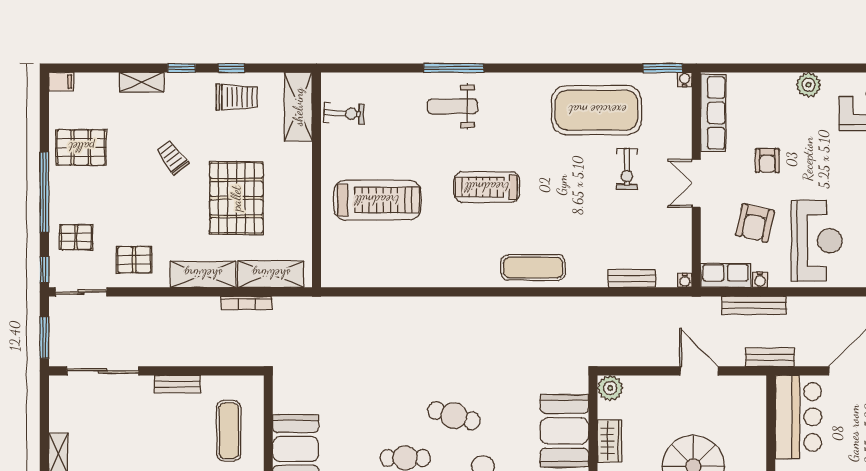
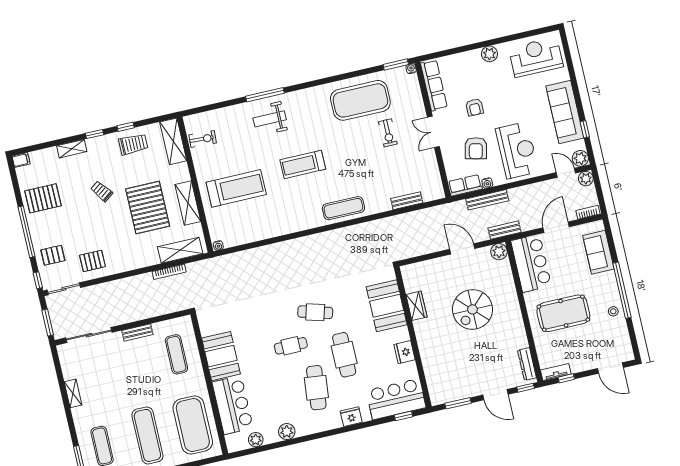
shelving: (203, 274) -> (188, 203), moved, turned 90
water cooler: (685, 280) -> (218, 246), moved
plant: (610, 388) -> (499, 252), moved

